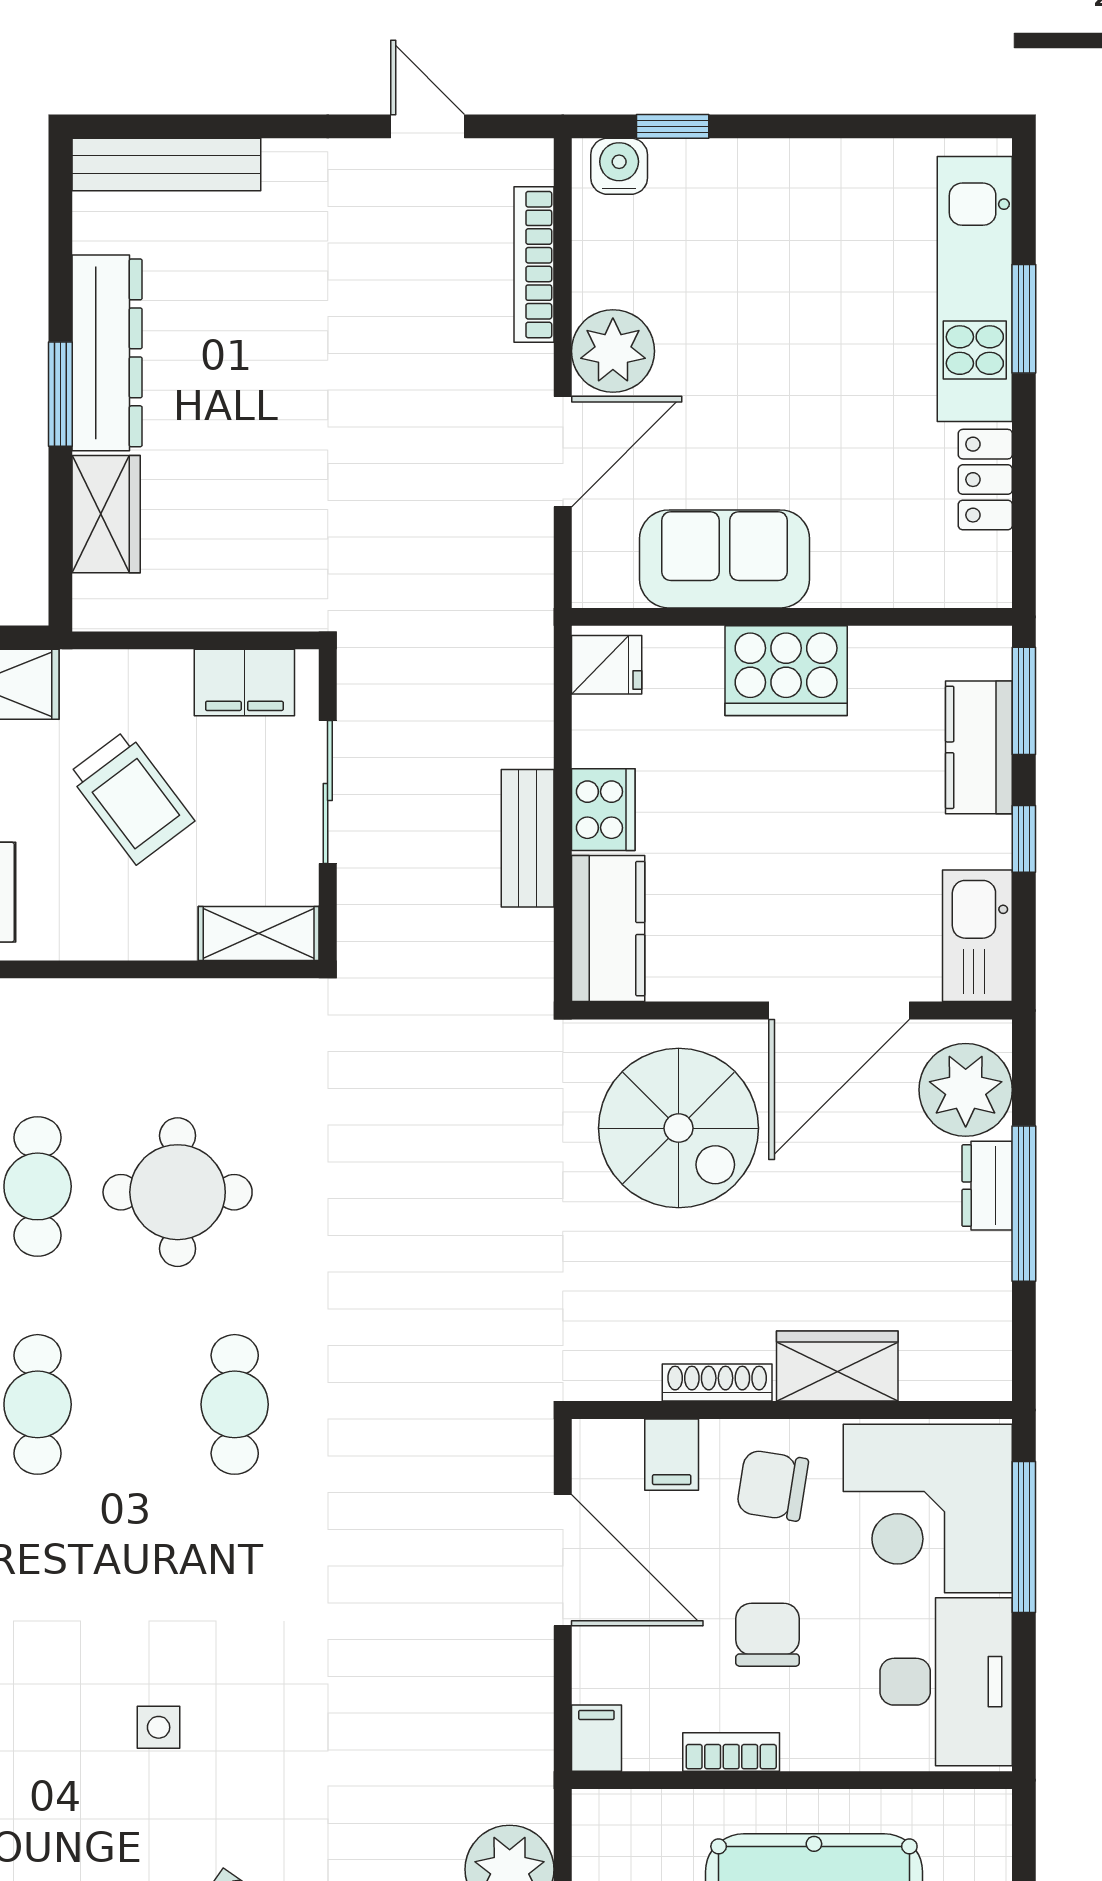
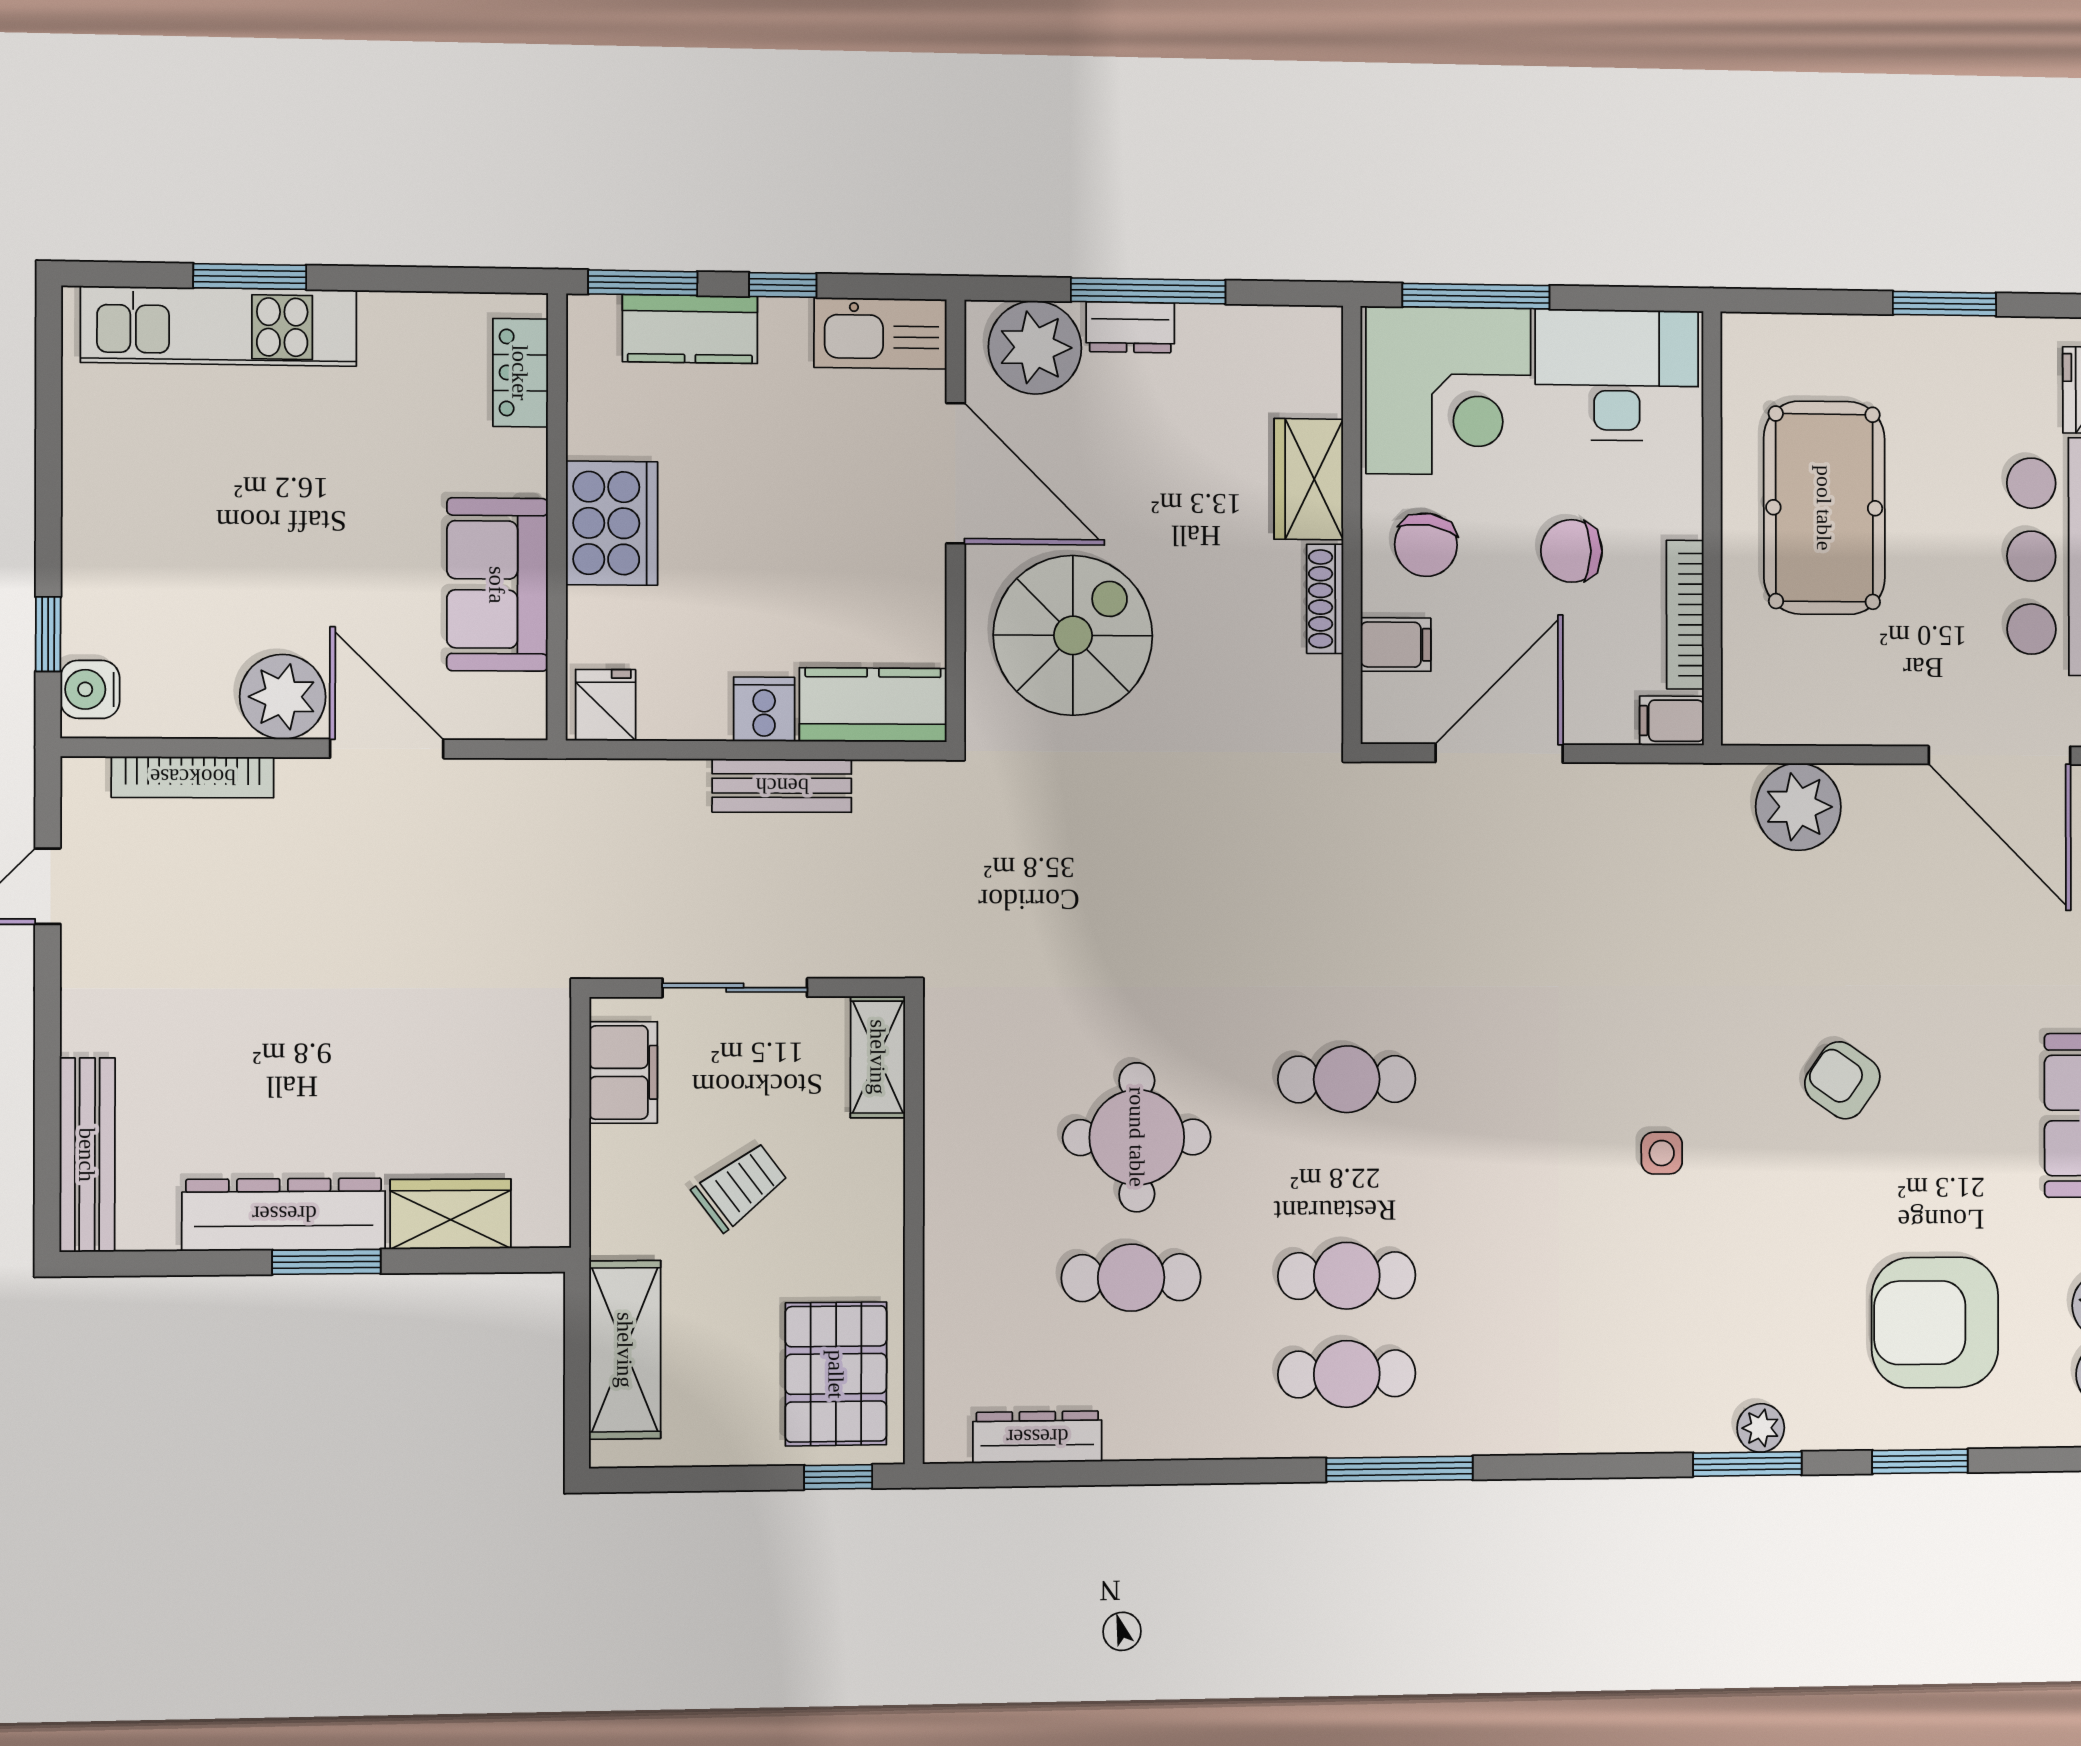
locker: (985, 480) -> (520, 373), moved, turned 90
trolley: (131, 797) -> (740, 1187), width x0.73, depth x0.72
cooker: (603, 810) -> (764, 709), width x0.73
bookcase: (731, 1752) -> (1685, 615), width x1.56

